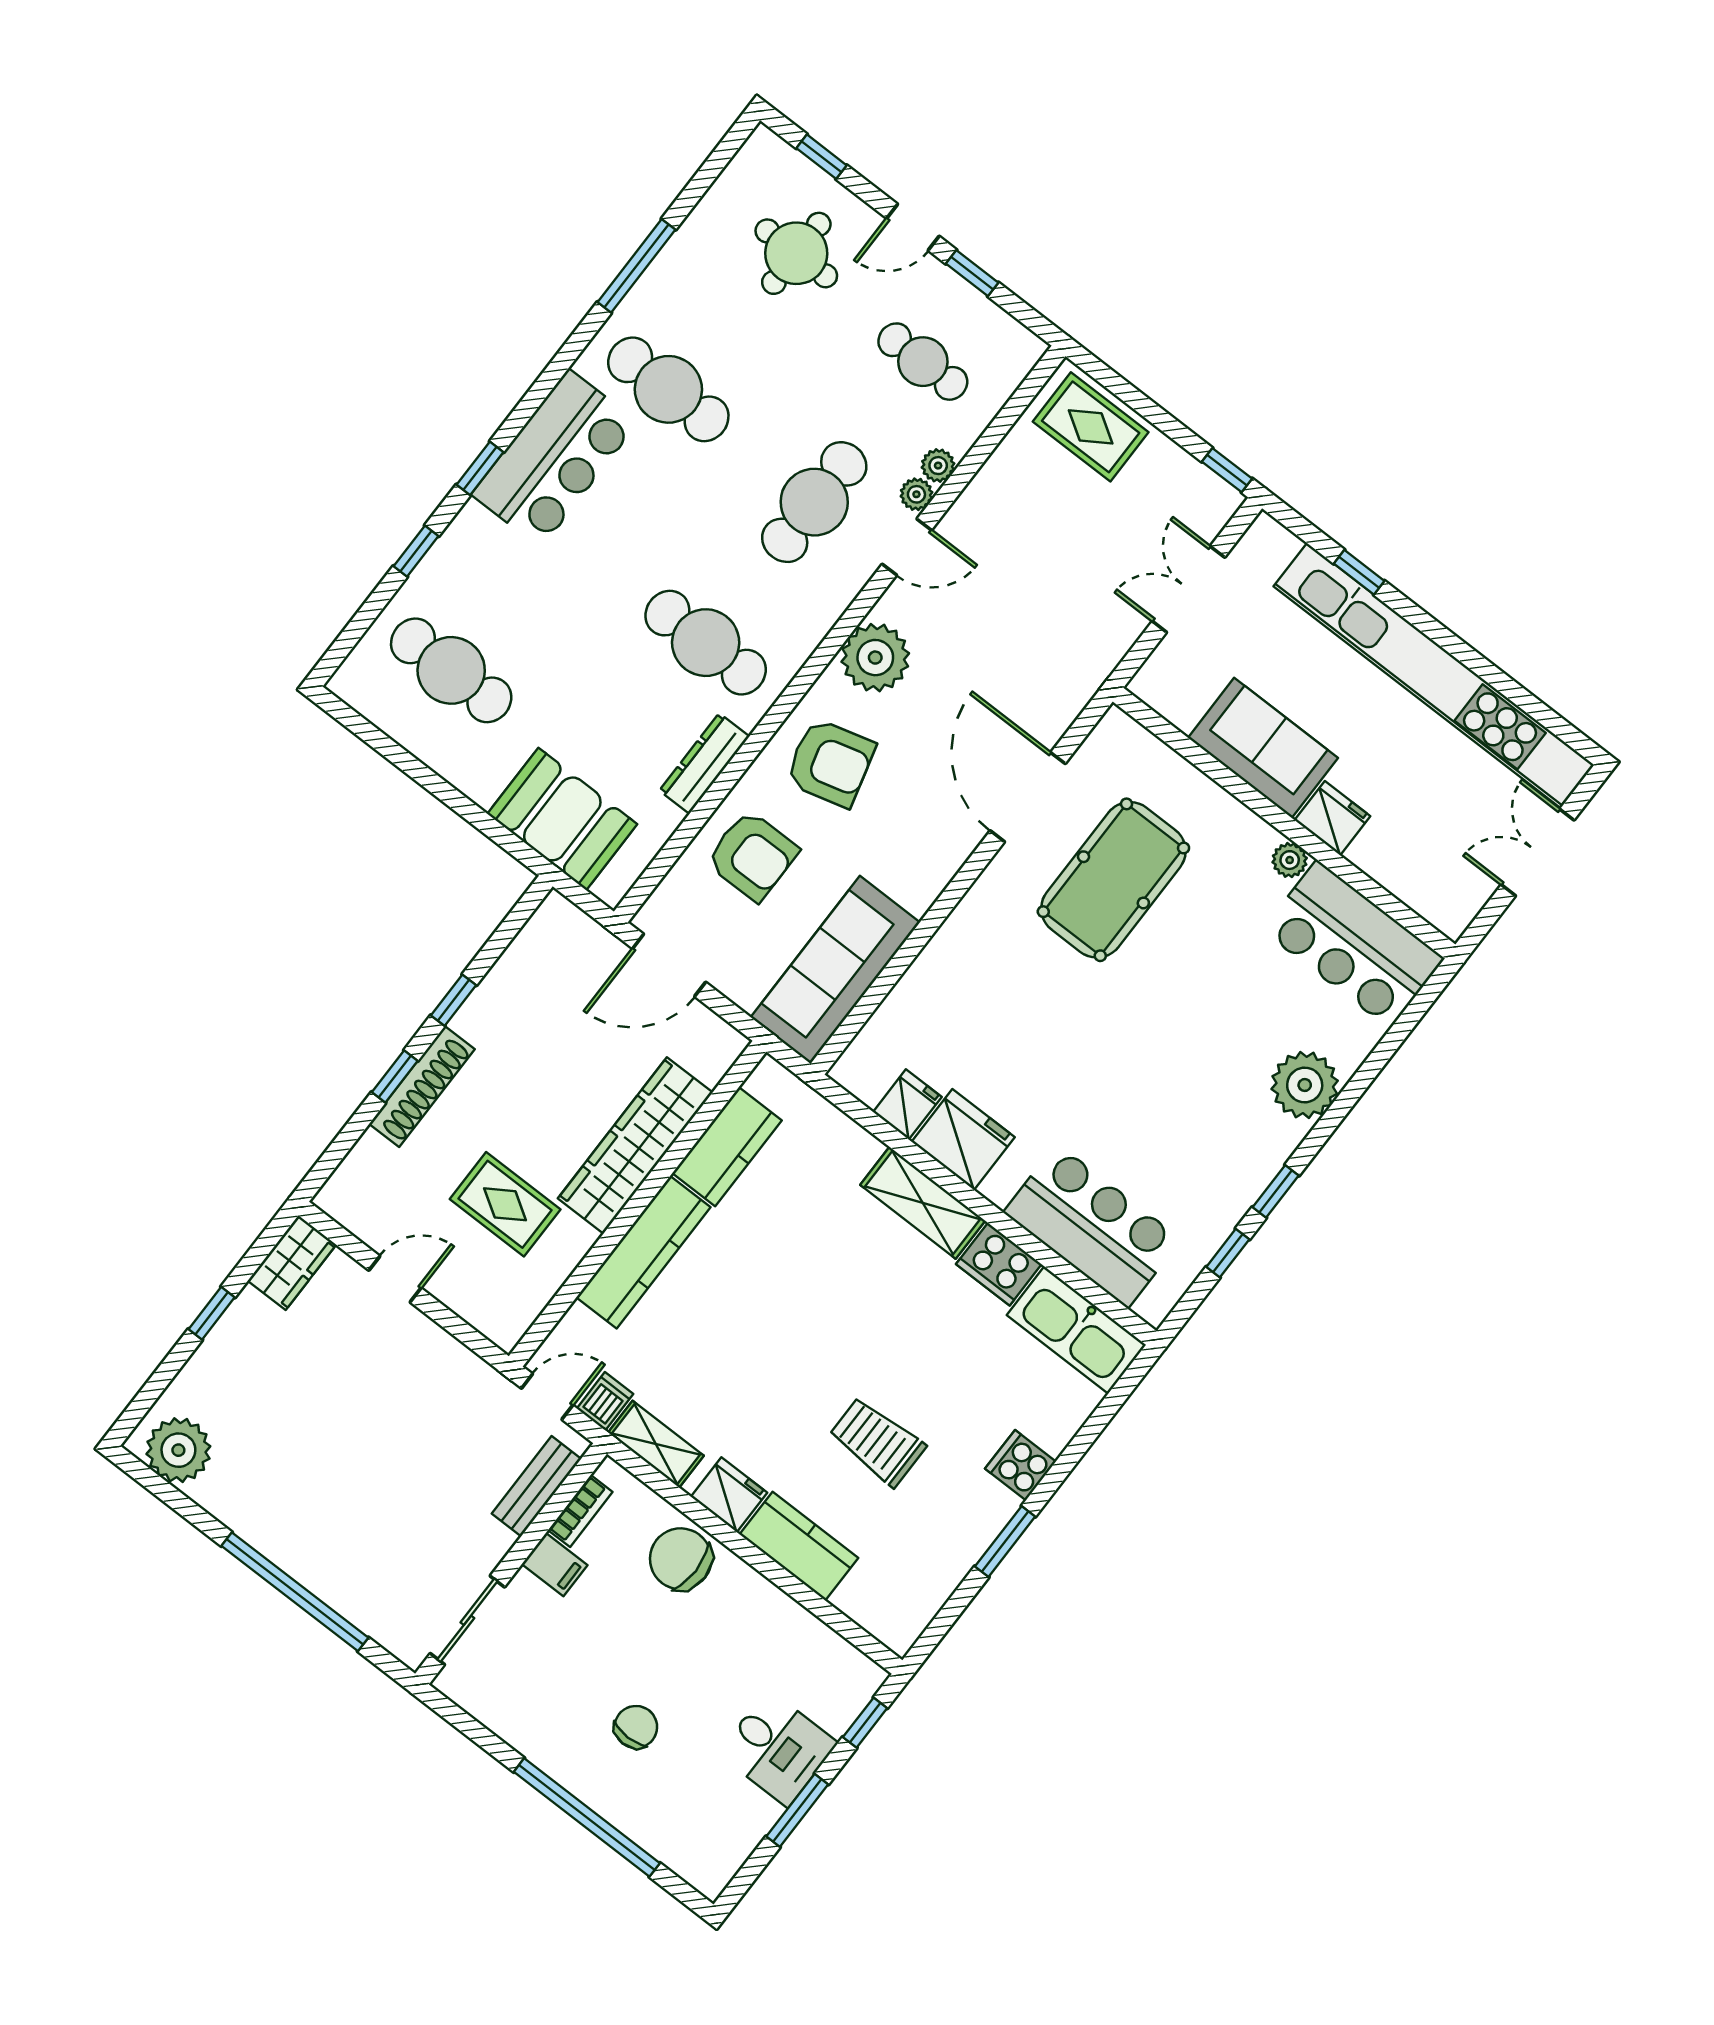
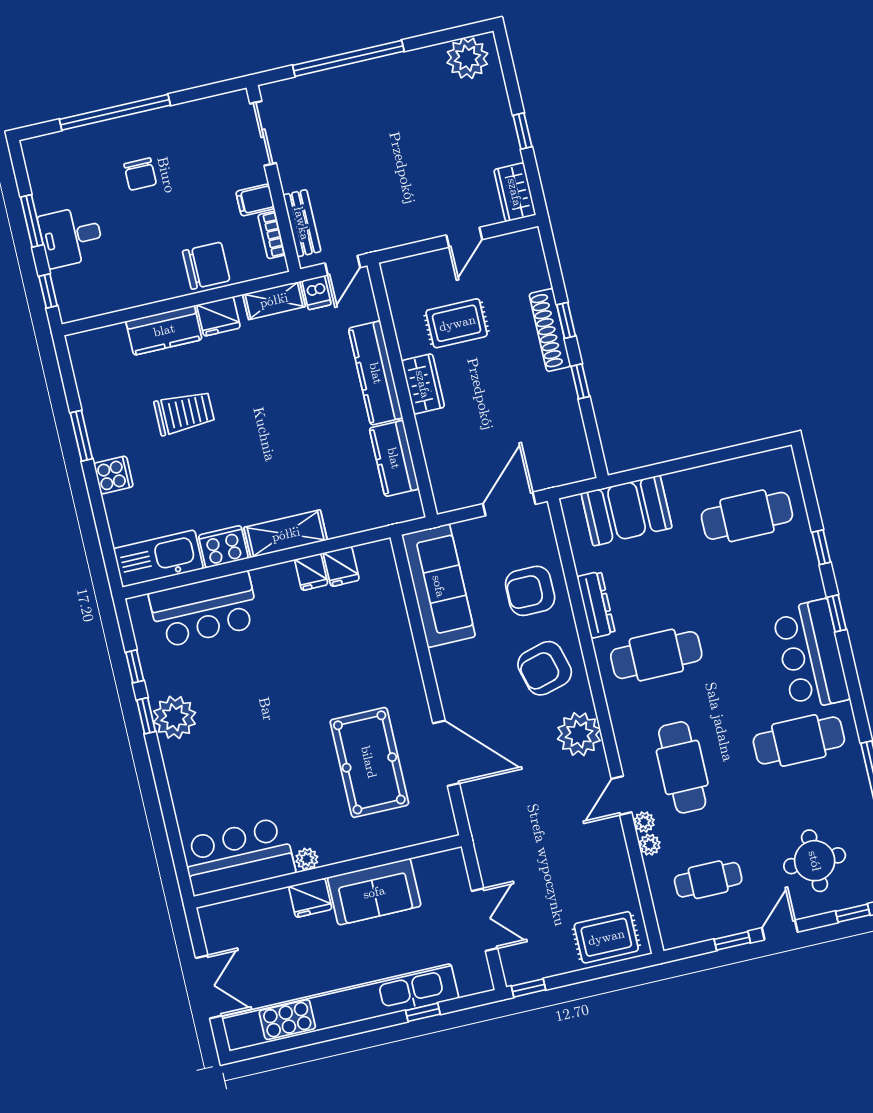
plant: (1305, 1085) -> (175, 717), moved
fridge: (963, 1140) -> (311, 572), width x0.53, depth x0.75
wardrobe: (635, 1145) -> (423, 384), width x0.48, depth x0.85

